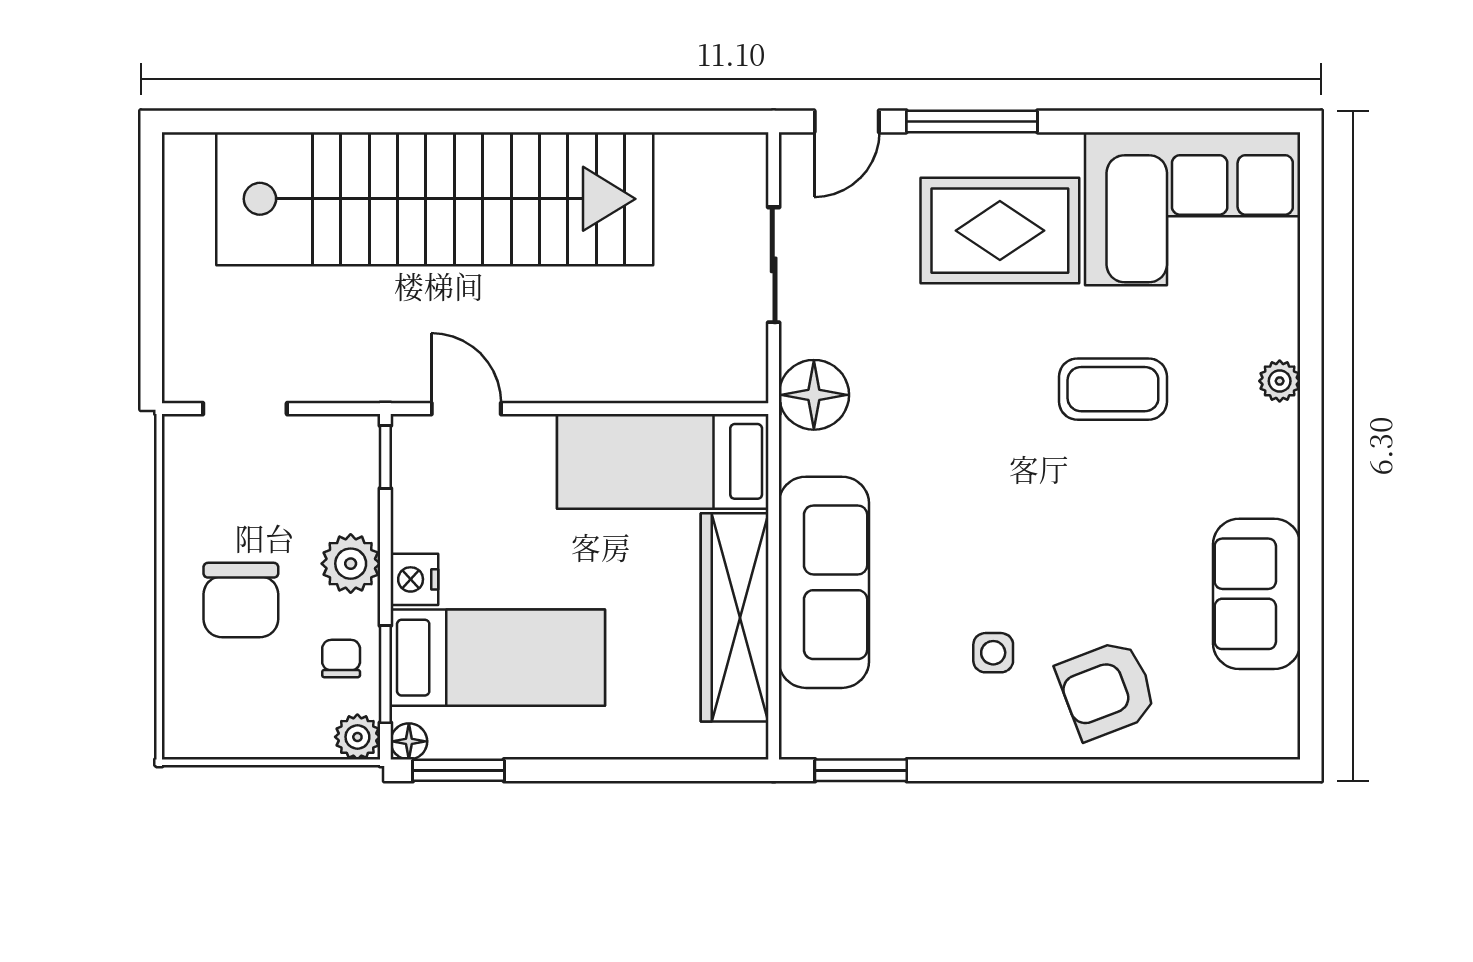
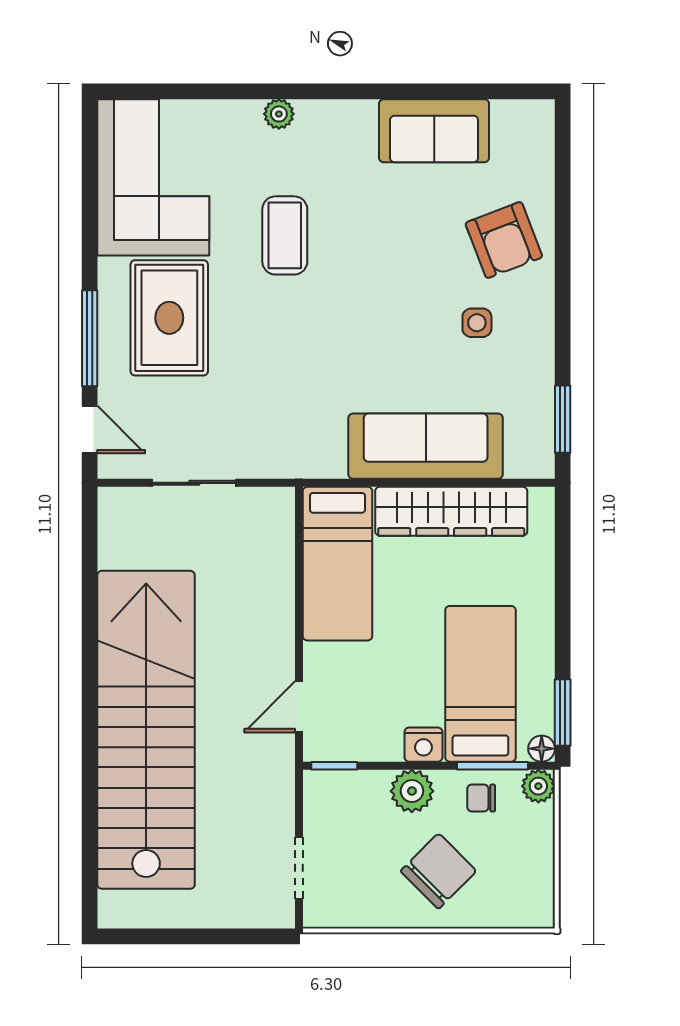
floor lamp: (814, 395) -> (289, 453), removed
chair: (241, 600) -> (438, 871), turned -45

